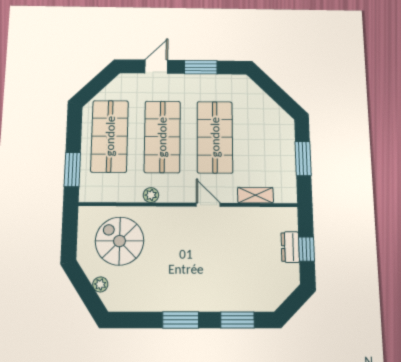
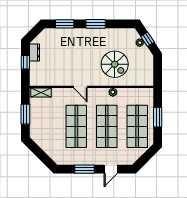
window: (72, 169) -> (158, 117), moved
shelving: (255, 195) -> (41, 92), moved
spiral stairs: (120, 241) -> (115, 64), moved
dresser: (290, 247) -> (34, 52), moved
window: (86, 291) -> (147, 39), added

